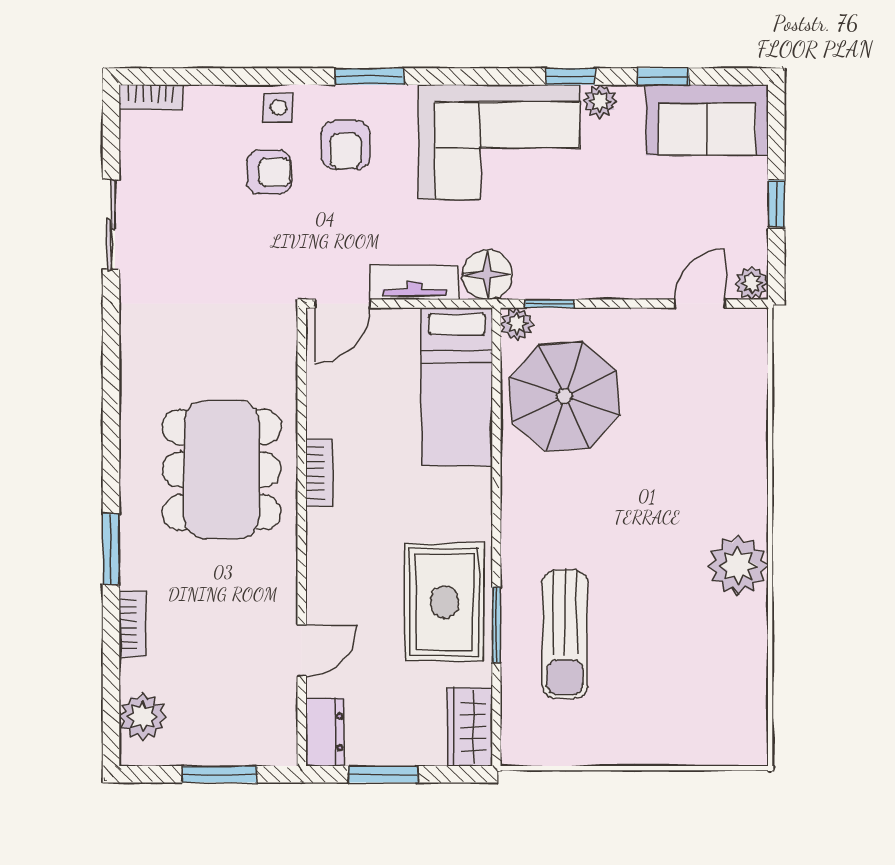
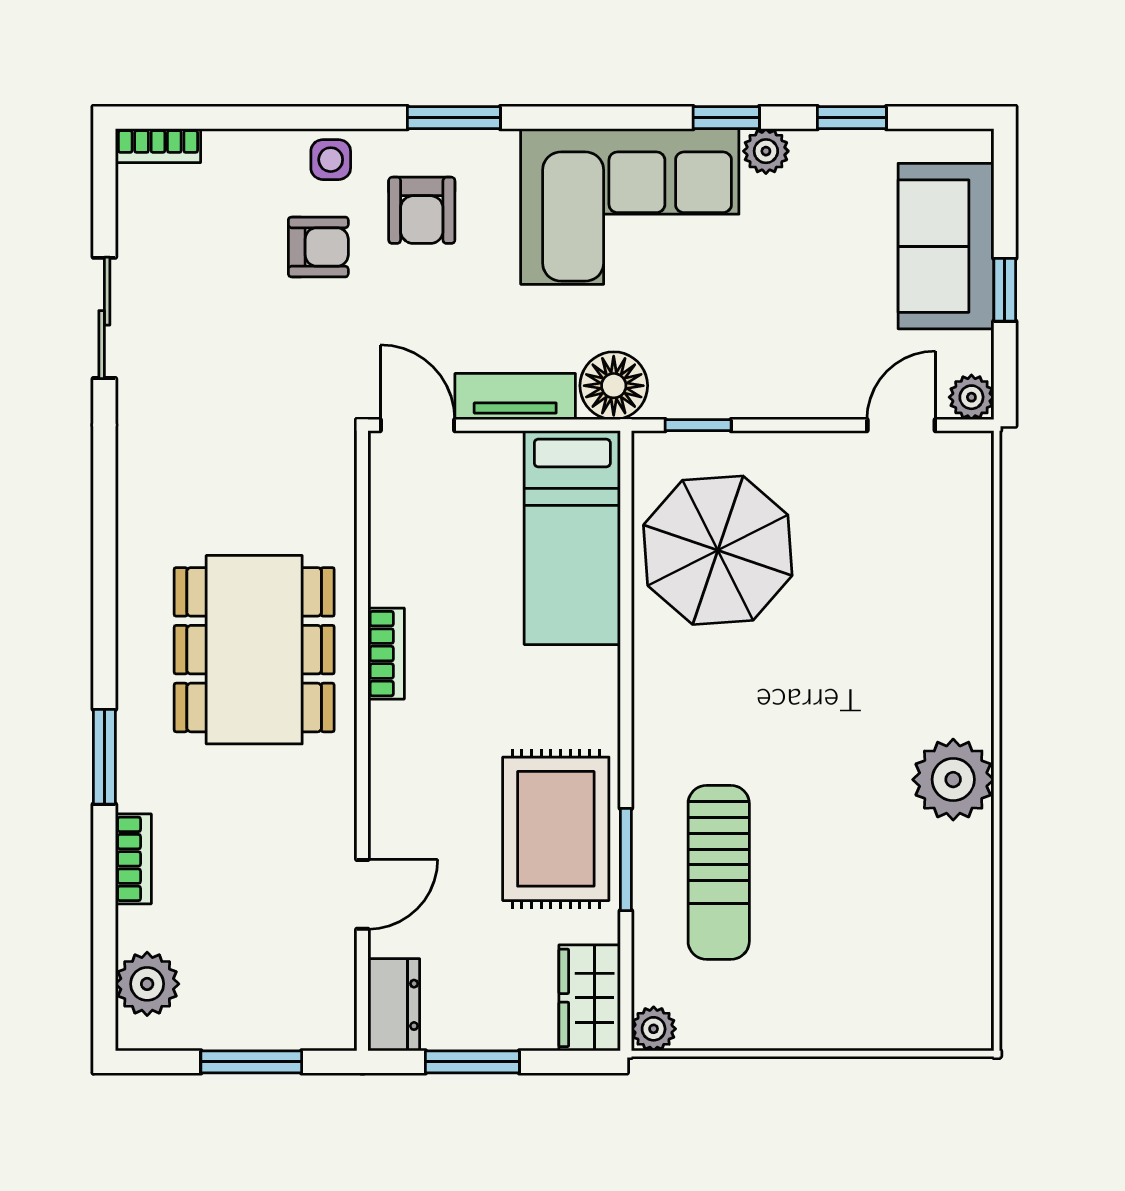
sofa: (707, 120) -> (946, 246), moved, turned 90
door: (342, 304) -> (418, 425), swing flipped
plant: (517, 324) -> (654, 1029), moved

